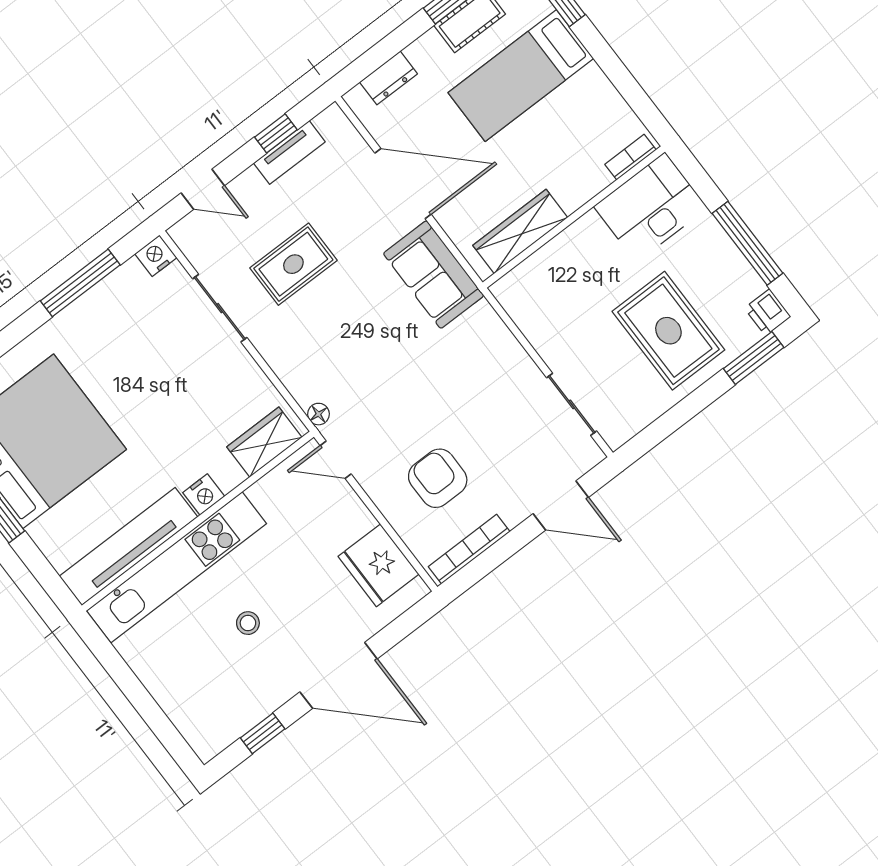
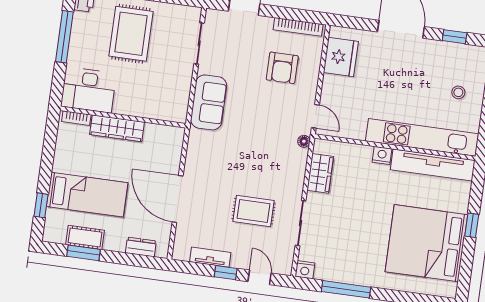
window: (276, 133) -> (226, 273), moved
wardrobe: (520, 231) -> (117, 128), moved
sofa: (434, 275) -> (209, 102), moved
wardrobe: (264, 442) -> (320, 173), moved, turned -90
stool: (248, 623) -> (458, 92), moved

